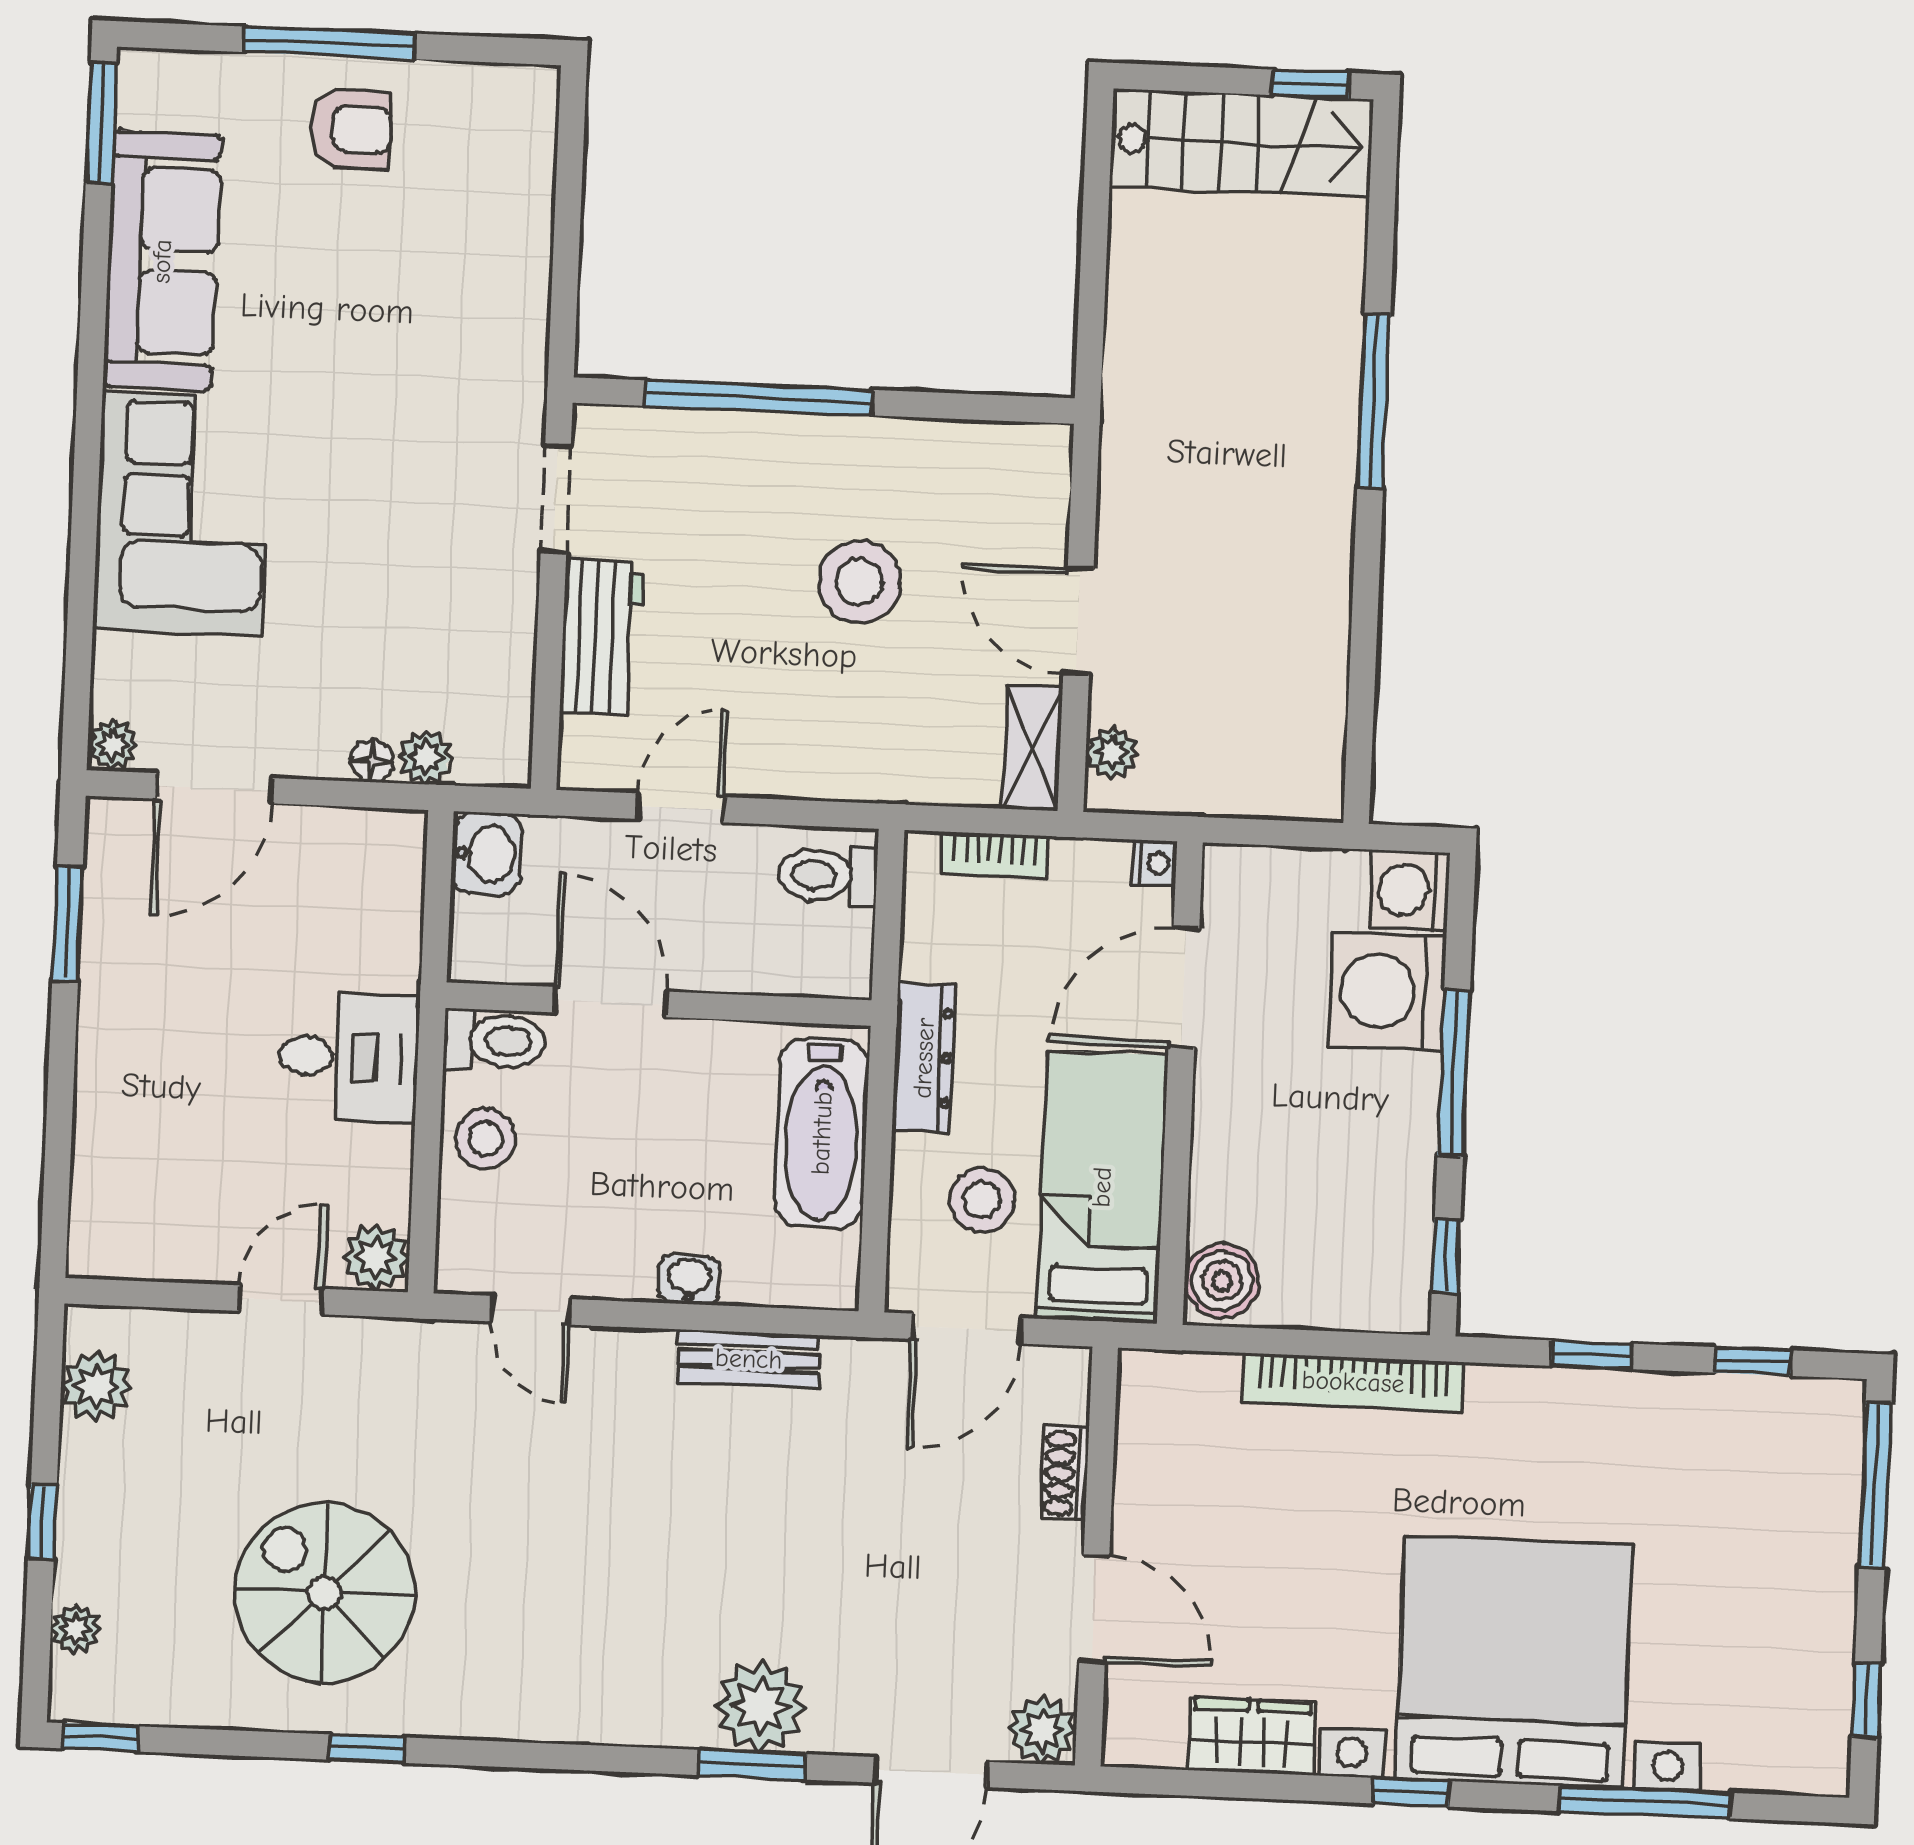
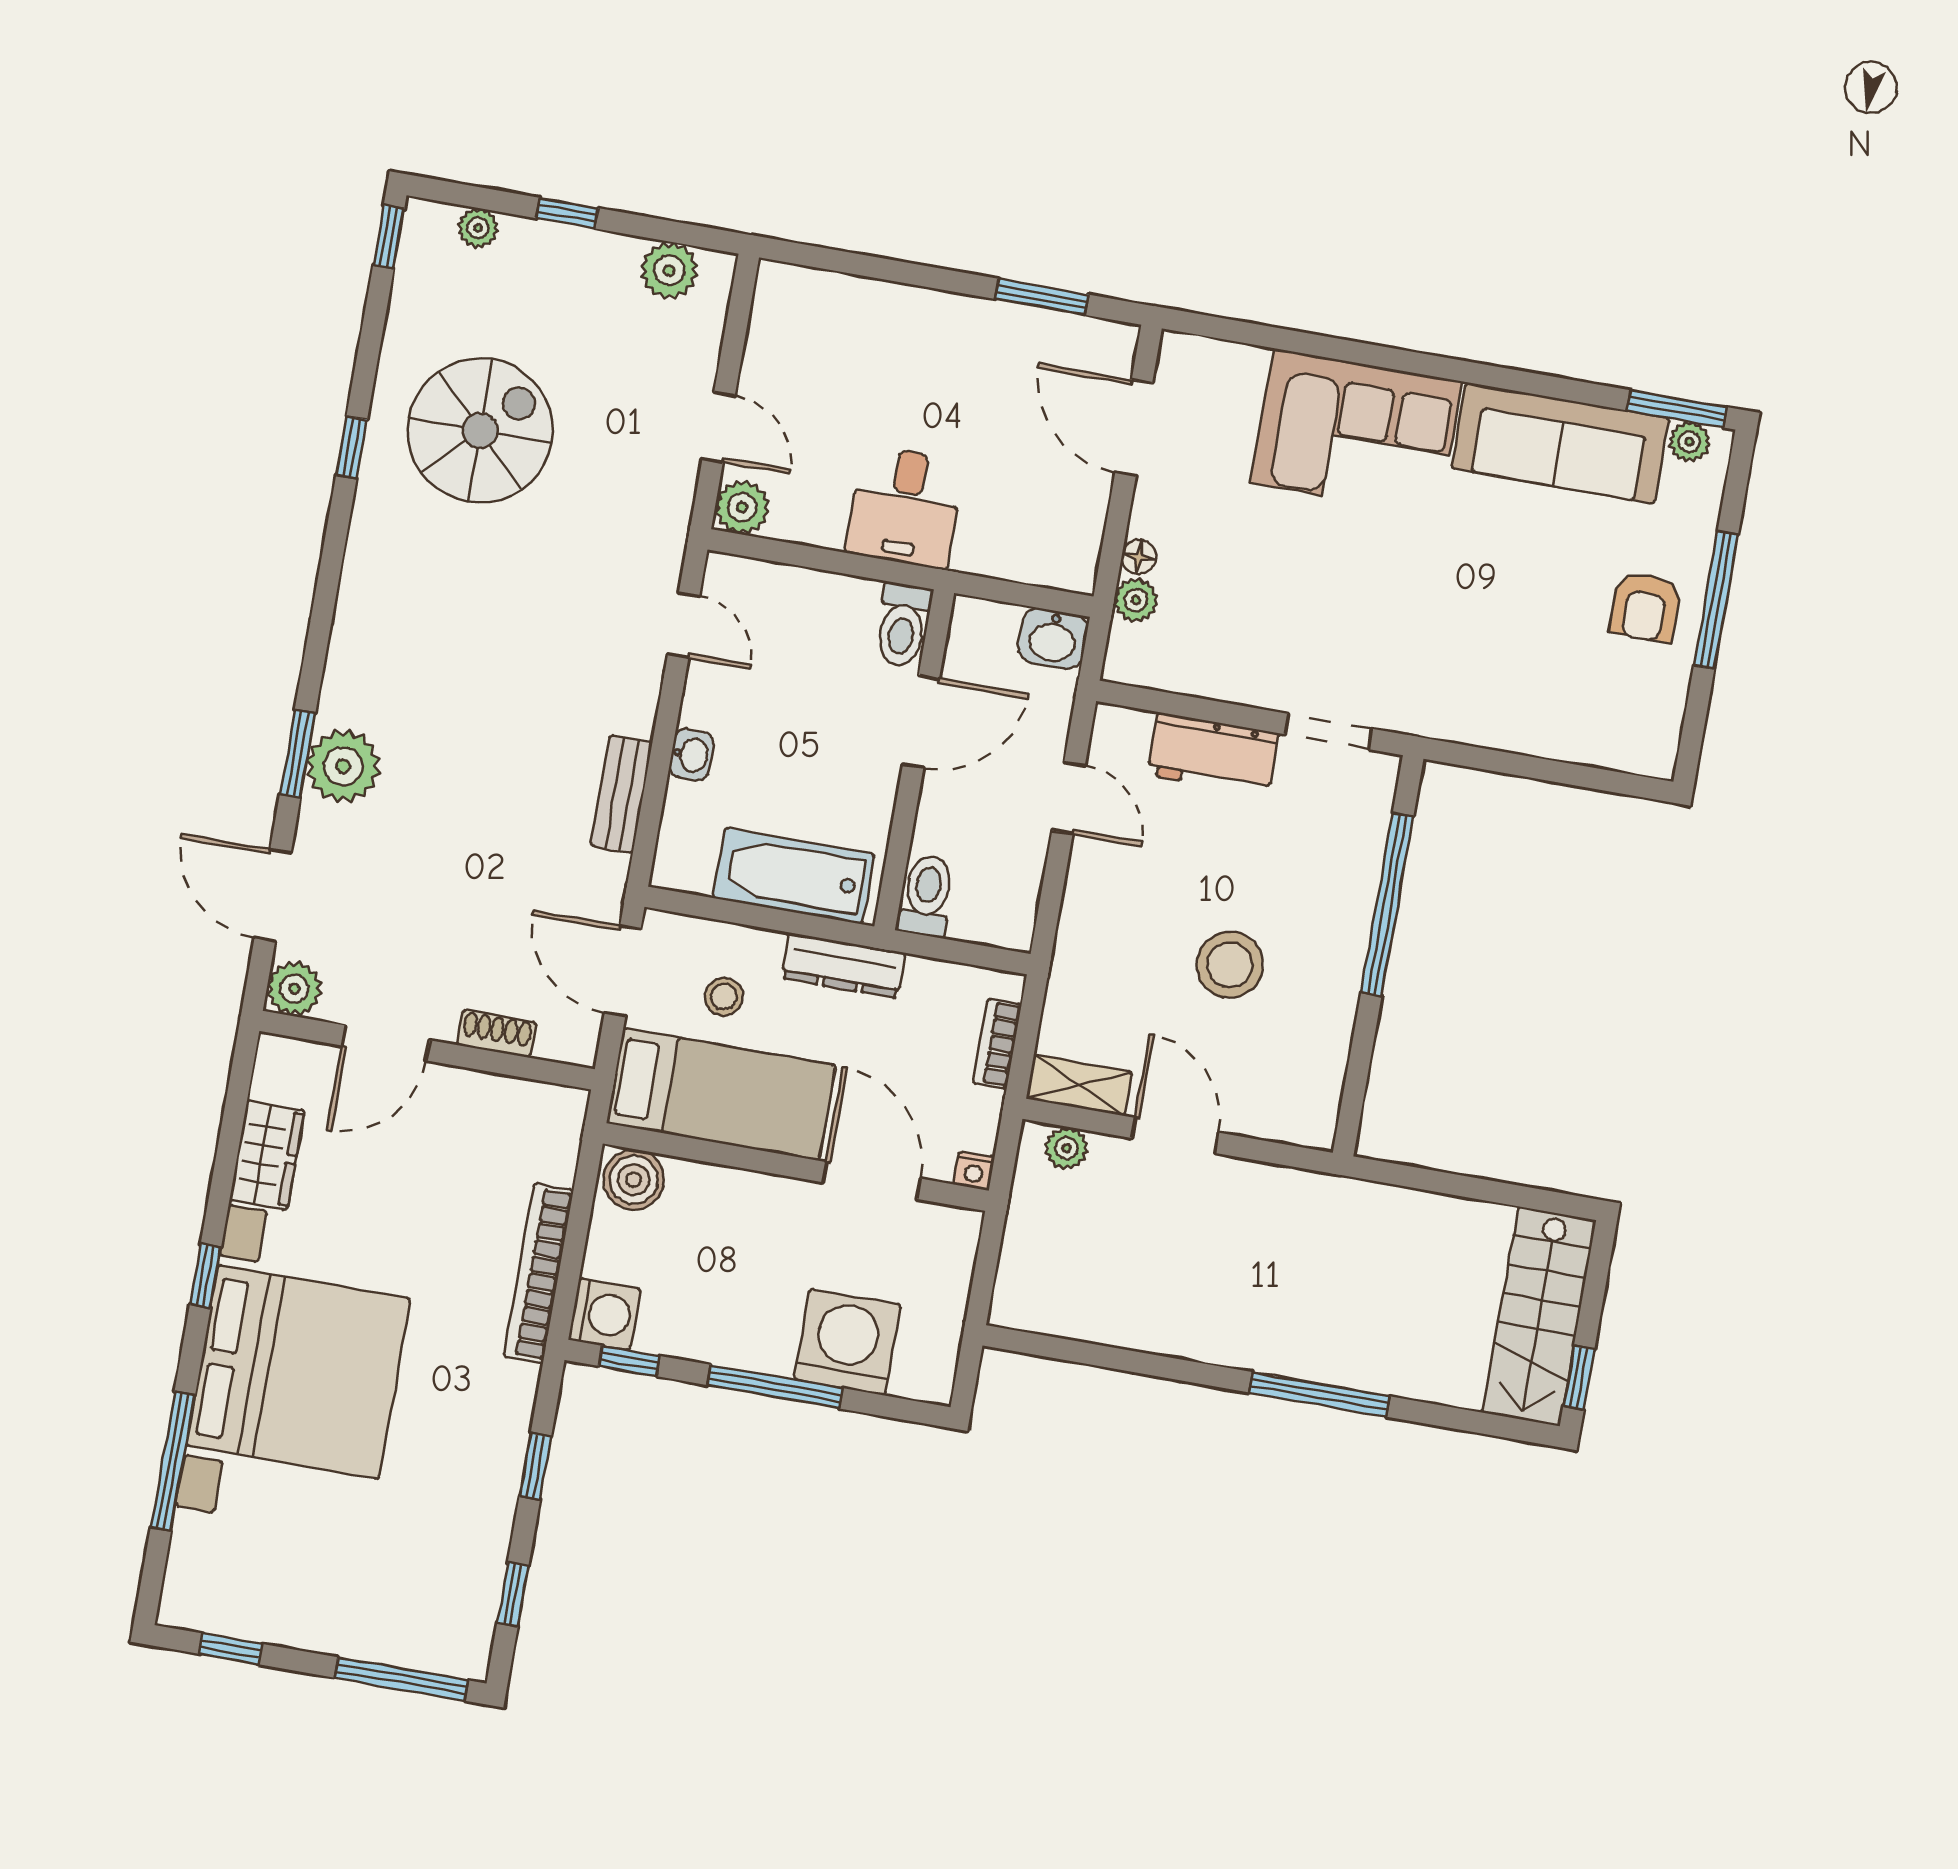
door: (1078, 621) -> (1175, 1135), hinge flipped
plant: (113, 744) -> (1690, 442), moved
toilet: (828, 876) -> (927, 896), moved
washing machine: (1410, 890) -> (604, 1314), moved, turned 90
stool: (486, 1139) -> (825, 607), removed
stool: (982, 1200) -> (724, 997), width x0.73, depth x0.73
door: (531, 1310) -> (684, 625), swing flipped

